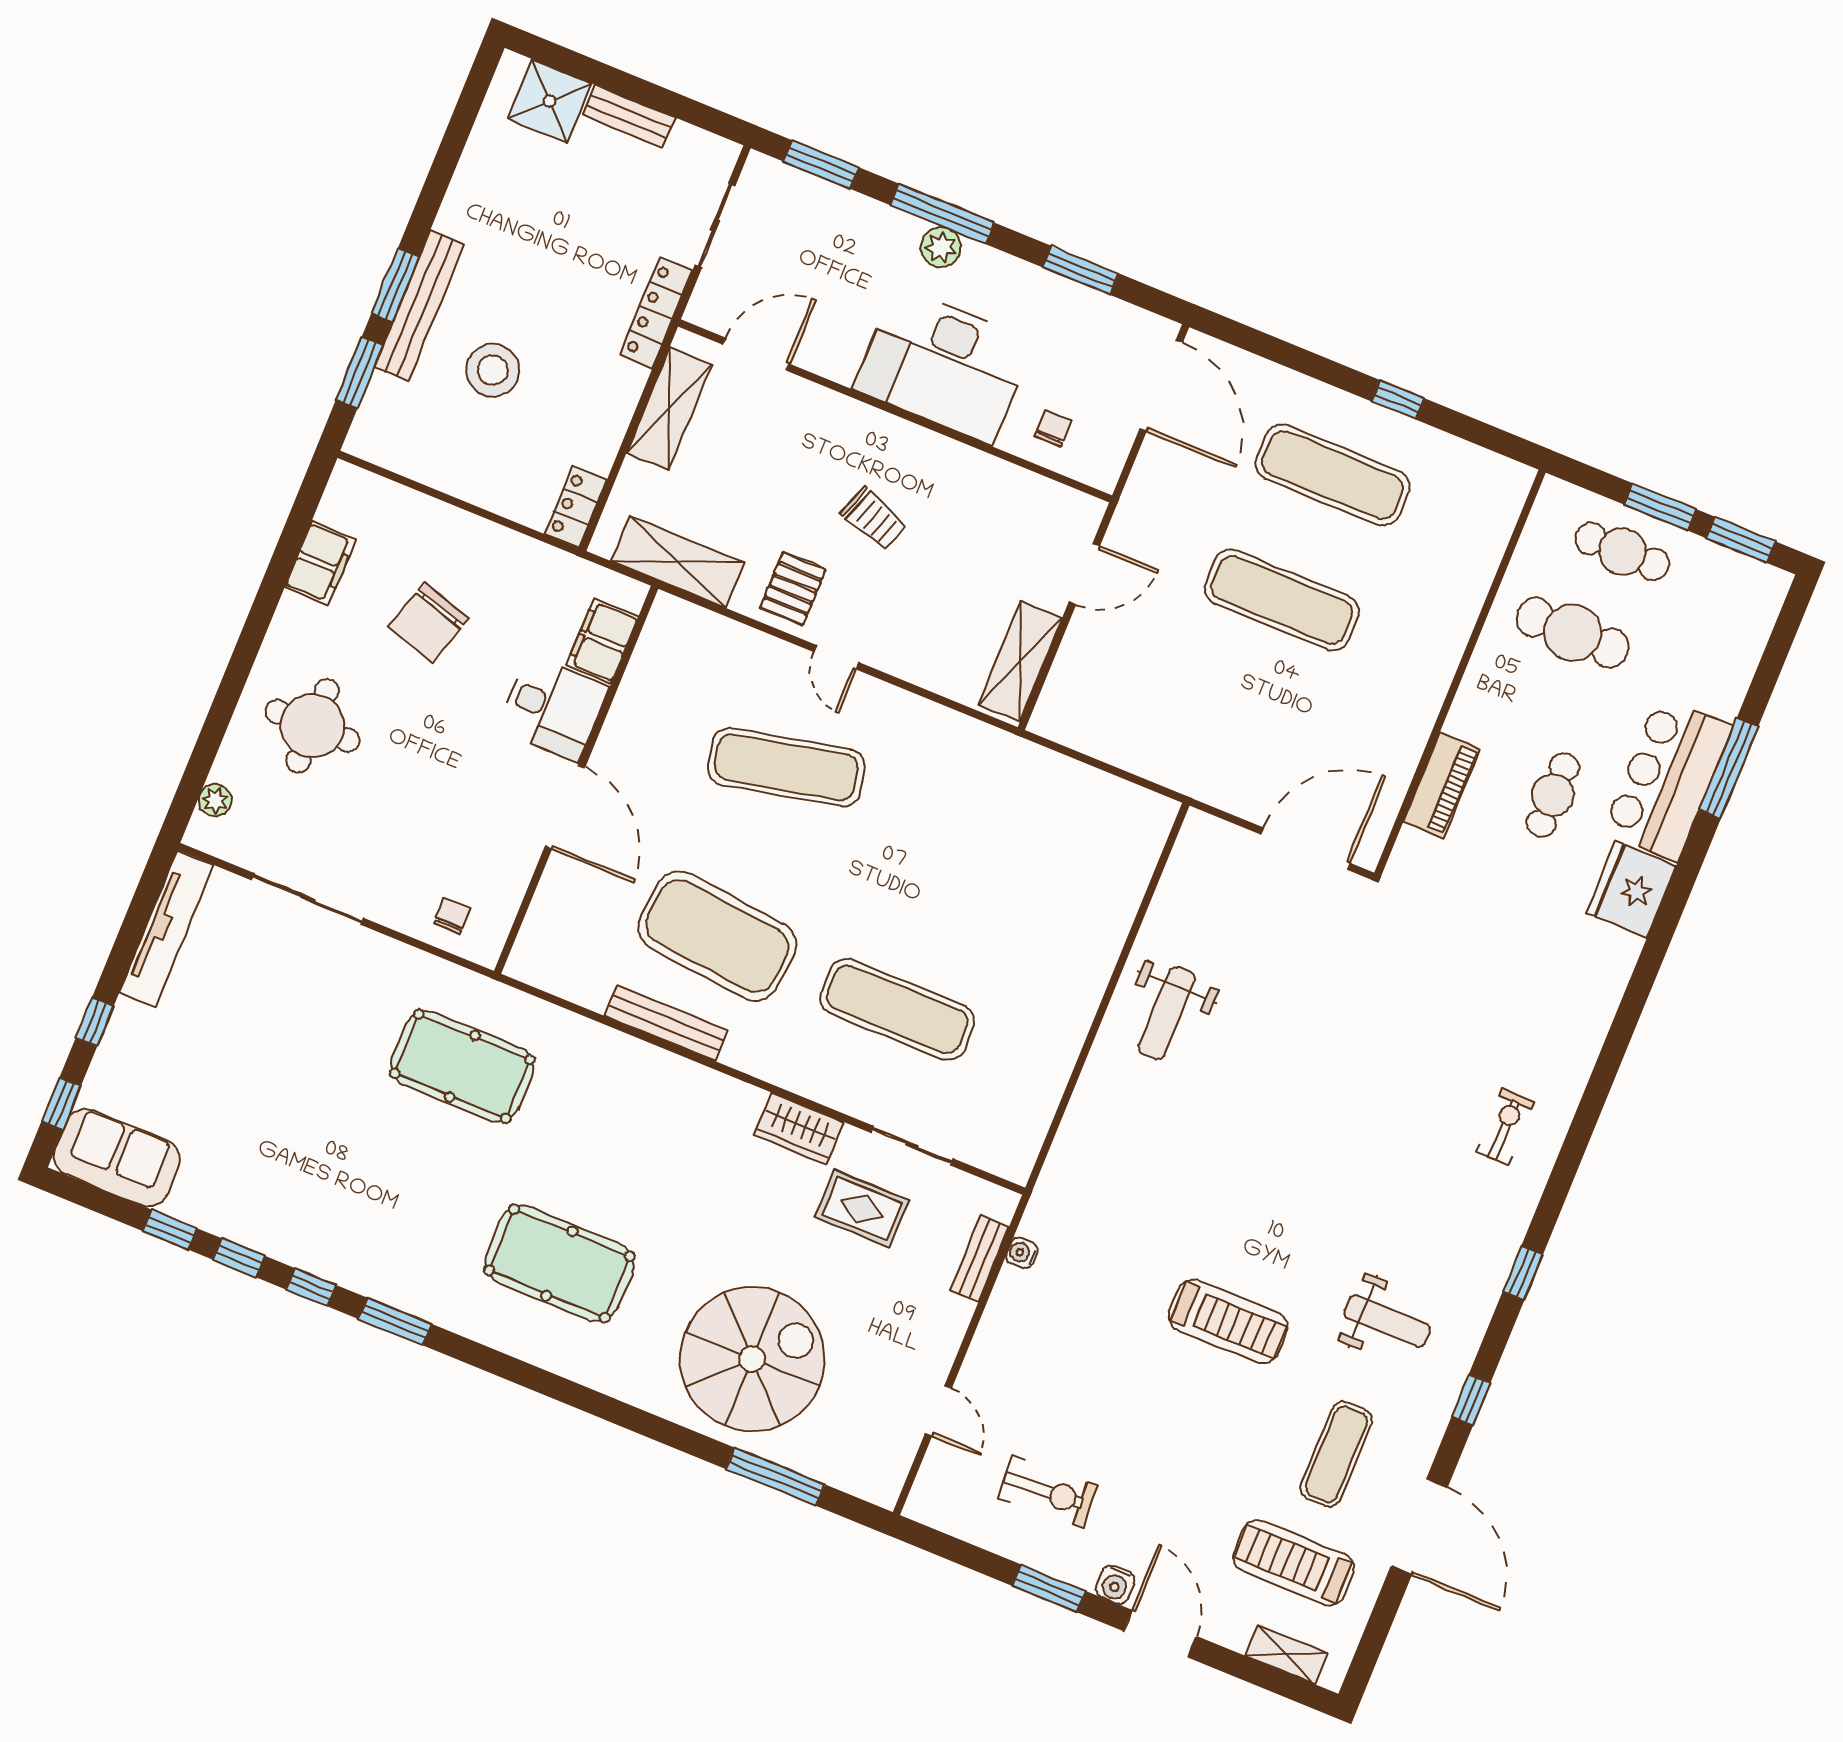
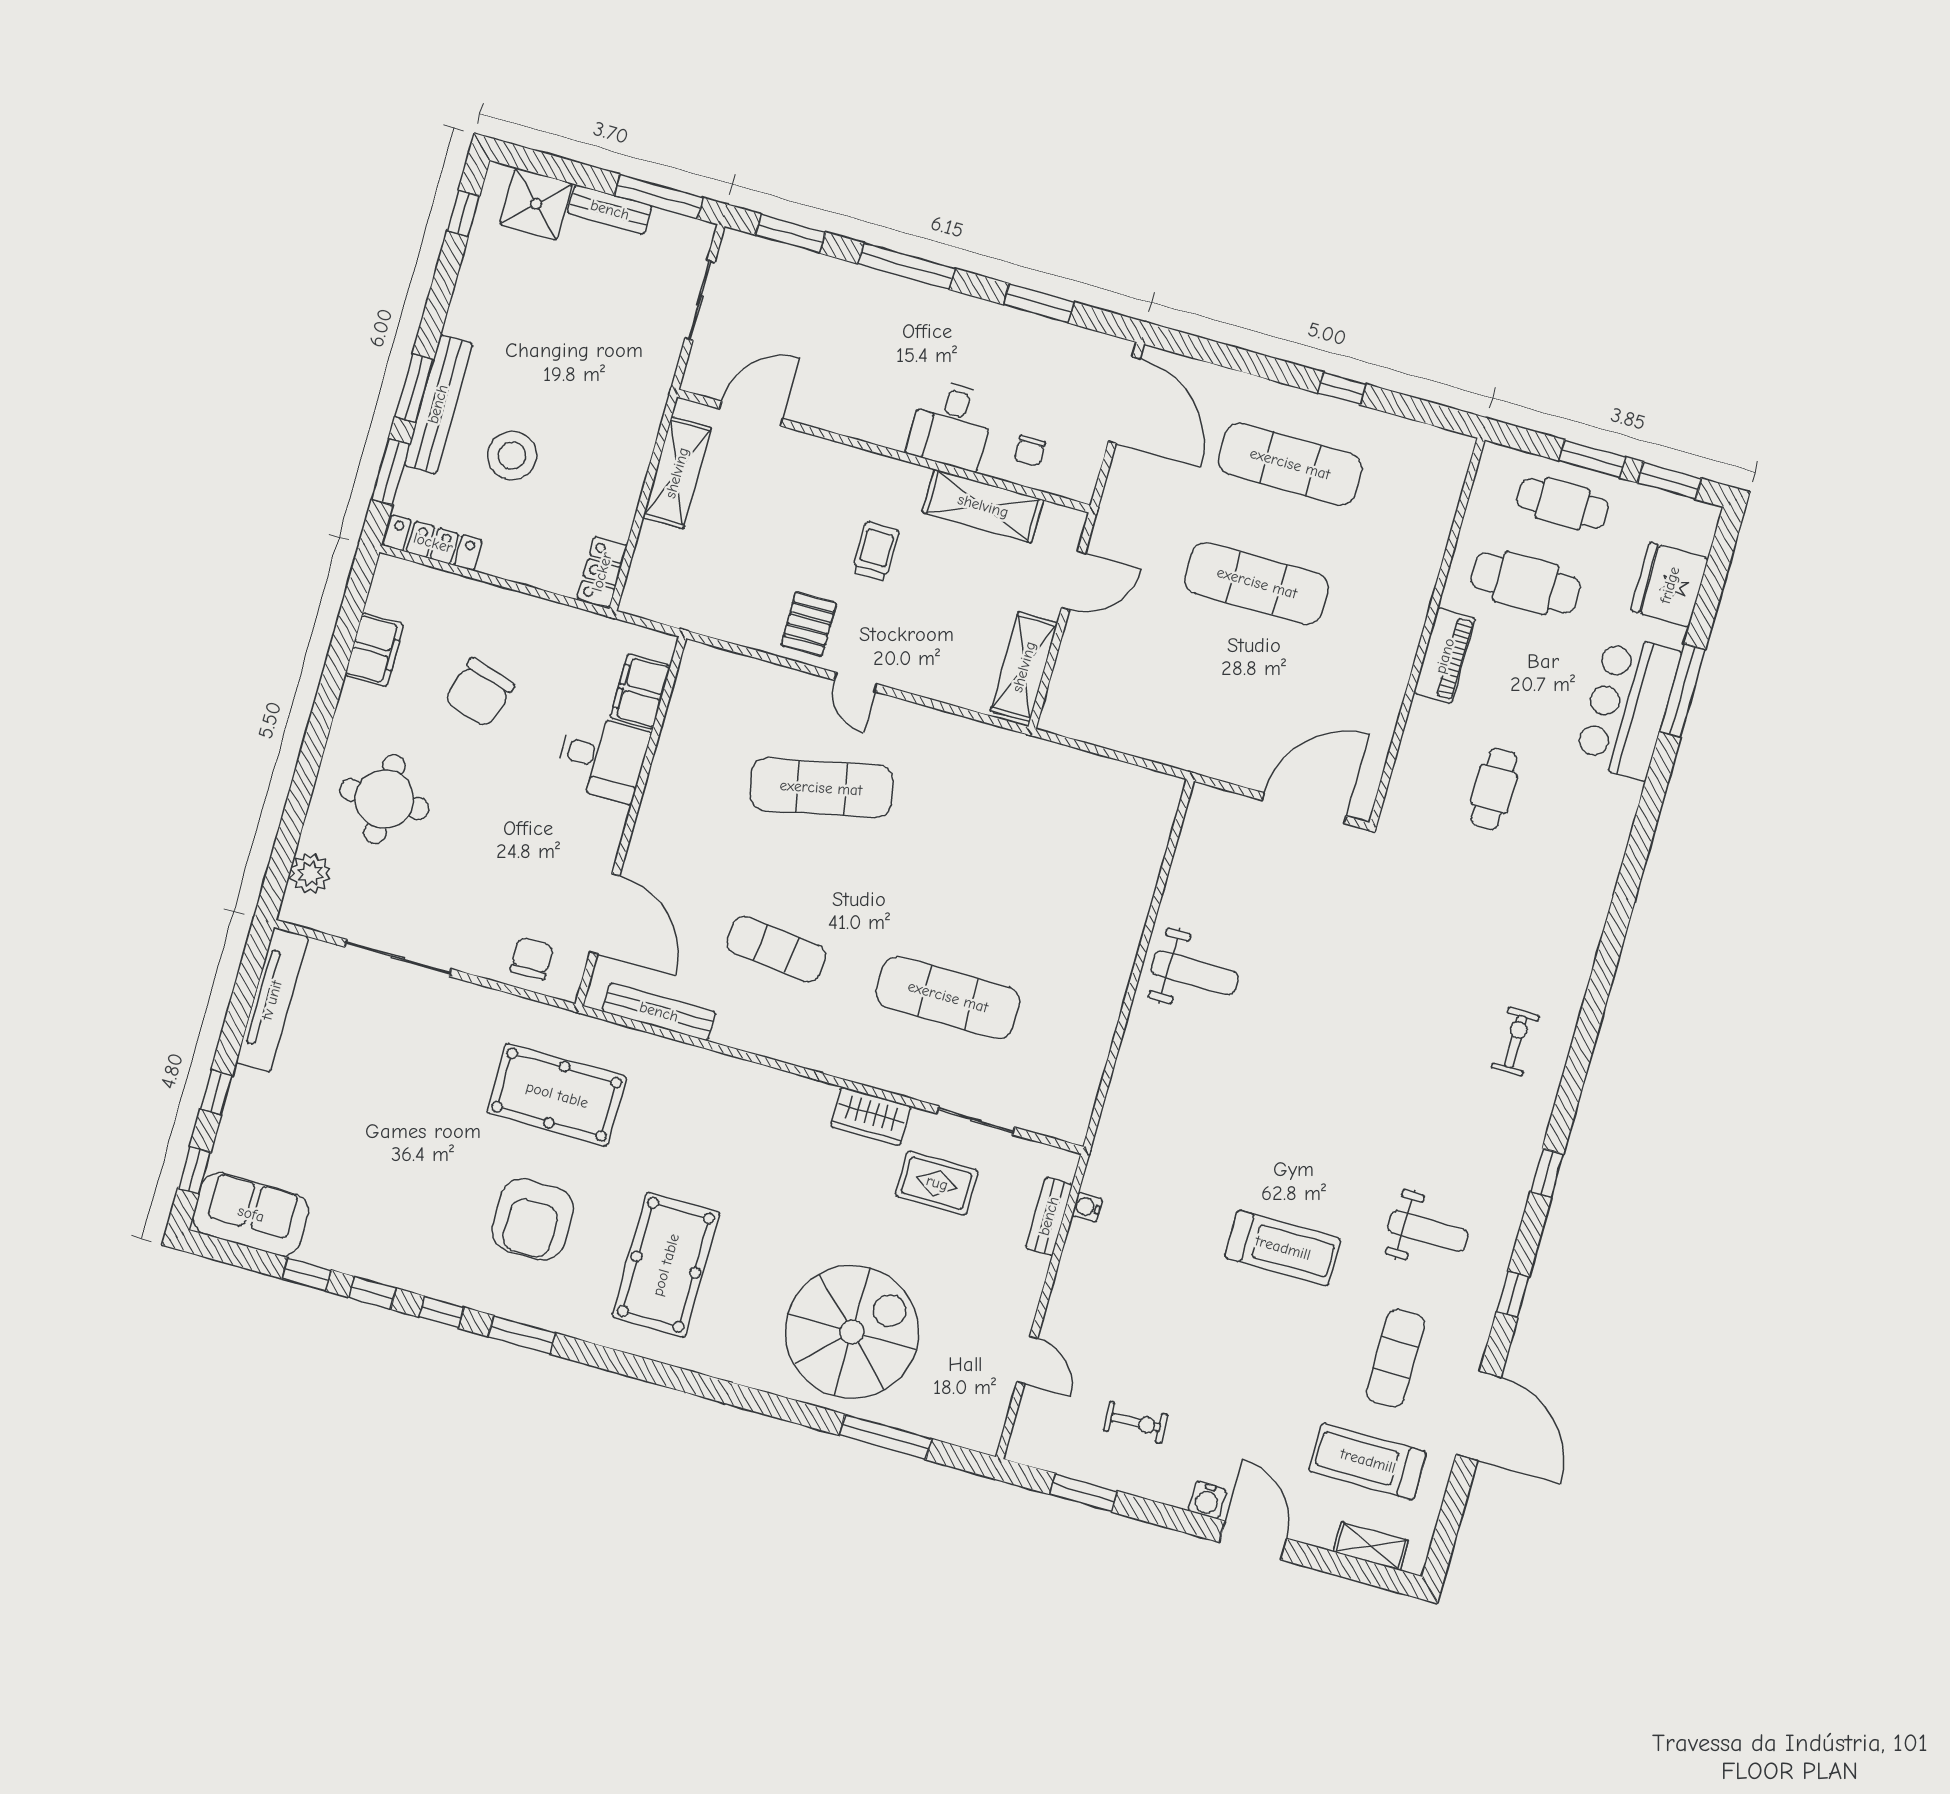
window: (470, 102) -> (463, 213), added
window: (683, 108) -> (659, 196), added
plant: (941, 247) -> (909, 297), removed
locker: (656, 313) -> (433, 543), moved, turned 90
desk: (944, 365) -> (951, 425), width x0.53, depth x0.77
chair: (1053, 429) -> (1030, 451), turned 180
trolley: (874, 518) -> (876, 551), turned -109
shelving: (678, 562) -> (983, 506), moved
piano: (1442, 785) -> (1445, 656), moved
cafe table: (1553, 795) -> (1494, 789), moved
plant: (215, 800) -> (310, 874), width x1.38, depth x1.38
door: (565, 807) -> (605, 914), moved
fridge: (1631, 889) -> (1670, 585), moved
chair: (452, 916) -> (532, 958), width x1.37, depth x1.37
exercise mat: (717, 936) -> (776, 949), width x0.50, depth x0.69
weight bench: (1167, 1013) -> (1195, 973), turned -90
bench: (666, 1023) -> (659, 1012), moved
armchair: (421, 1198) -> (533, 1219), added
pool table: (559, 1263) -> (666, 1265), turned 90
exercise bike: (1048, 1492) -> (1136, 1422), width x0.73, depth x0.72
window: (1049, 1588) -> (1083, 1493), moved

